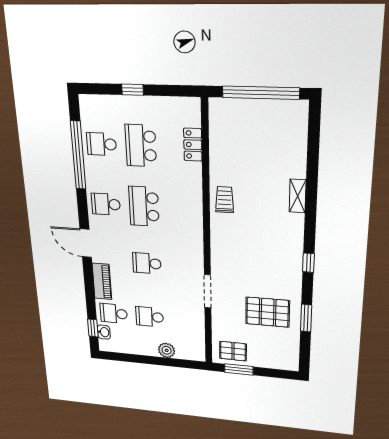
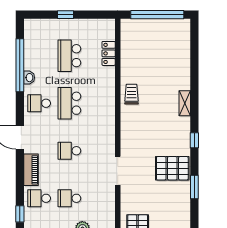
school desk: (102, 144) -> (39, 56), removed
shelving: (298, 196) -> (185, 103), moved
pallet: (268, 312) -> (172, 168), moved
washbasin: (104, 332) -> (29, 78), moved

